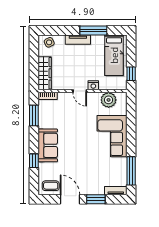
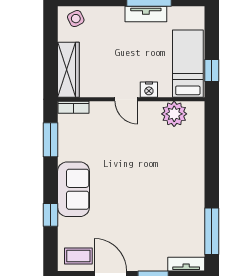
tv unit: (78, 40) -> (146, 14), moved
bed: (114, 55) -> (188, 64), moved, turned 180
corner sofa: (112, 136) -> (180, 174), removed

